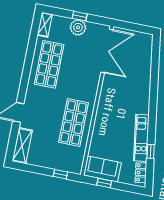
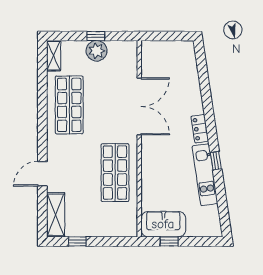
double door: (107, 51) -> (139, 106), moved
window: (151, 151) -> (216, 161), moved
locker: (141, 173) -> (200, 129), moved
window: (60, 174) -> (77, 241), moved

